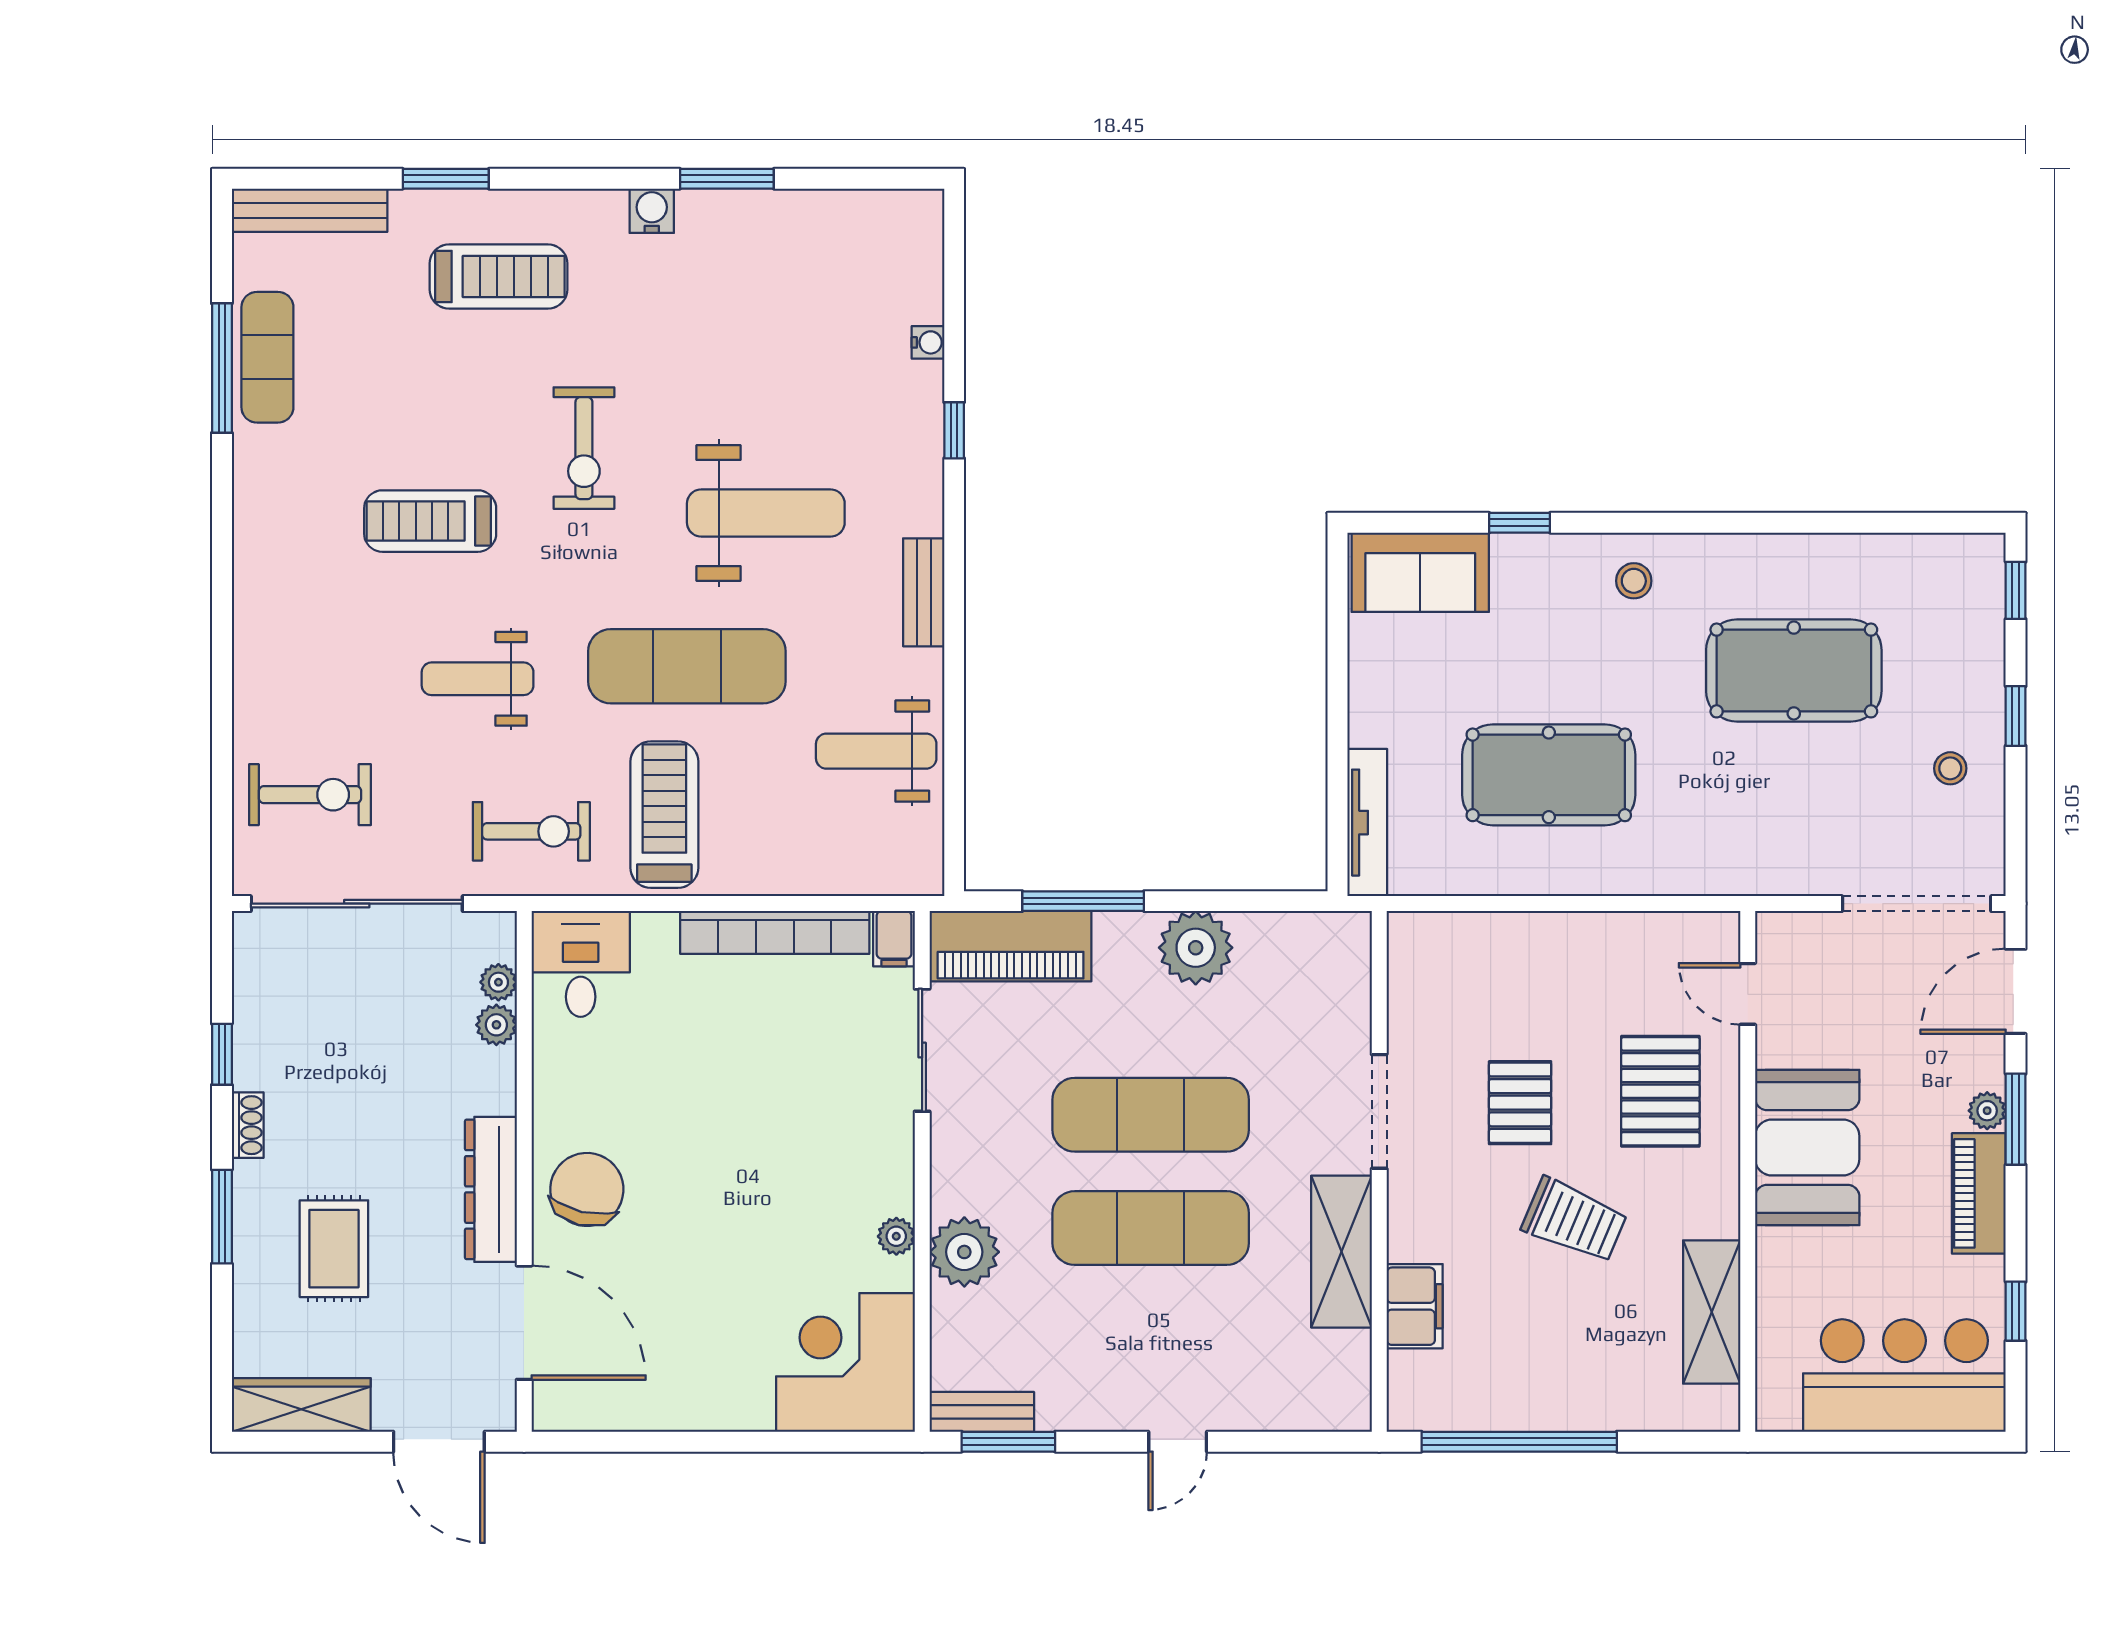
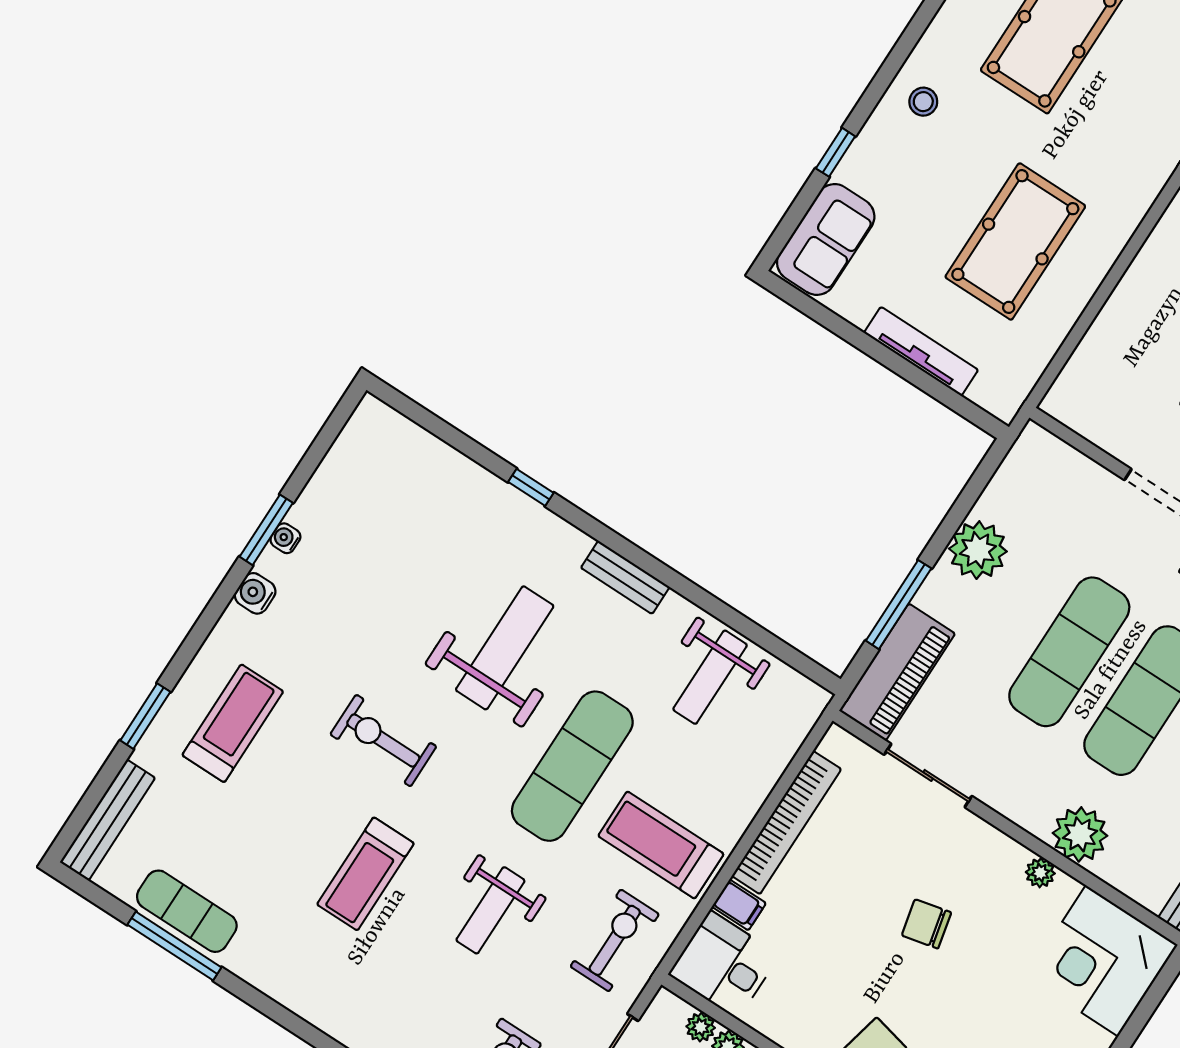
water cooler: (928, 342) -> (285, 538), moved, turned -90
exercise bike: (584, 448) -> (383, 740), turned 180
tv unit: (1367, 823) -> (921, 351), moved
filing cabinet: (894, 939) -> (739, 905), moved
chair: (764, 1151) -> (926, 924), added

